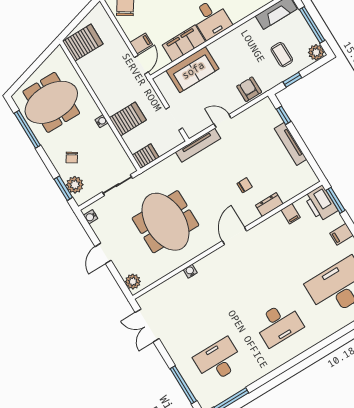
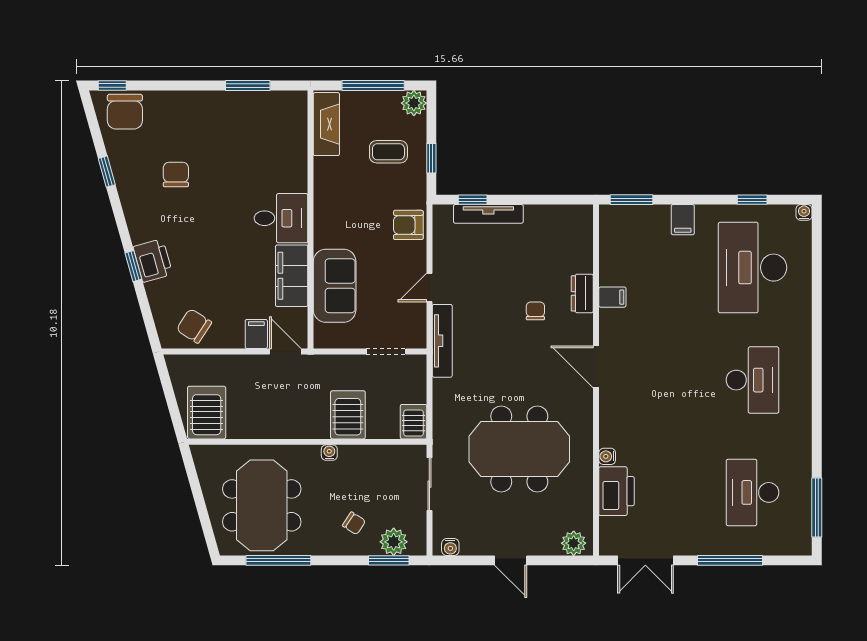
tv unit: (291, 144) -> (488, 214), moved
printer: (321, 203) -> (616, 491), moved, turned -90
filing cabinet: (291, 214) -> (612, 297), moved
window: (183, 385) -> (730, 560), moved

